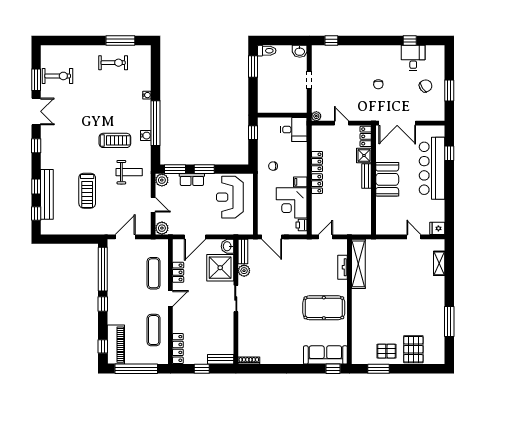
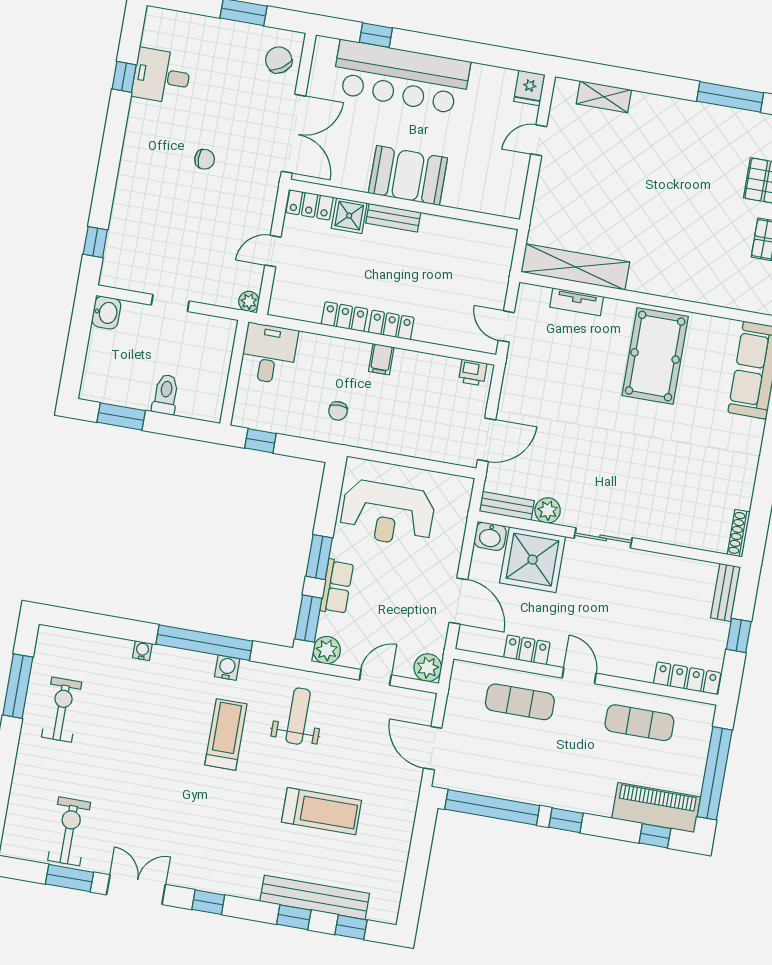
toilet: (267, 51) -> (166, 394), moved
chair: (426, 86) -> (279, 60), moved
corner desk: (292, 203) -> (423, 385), removed

